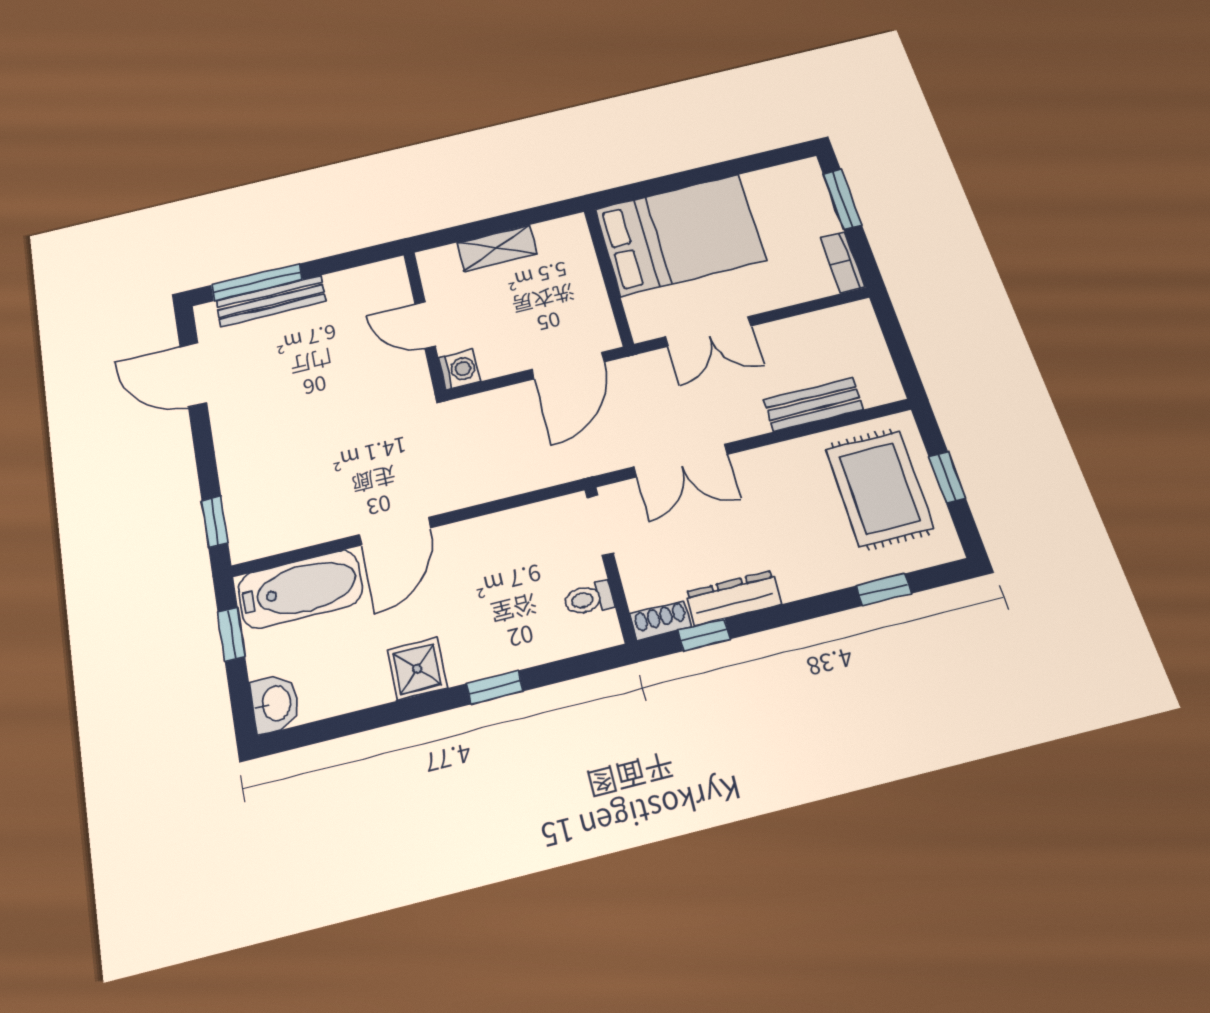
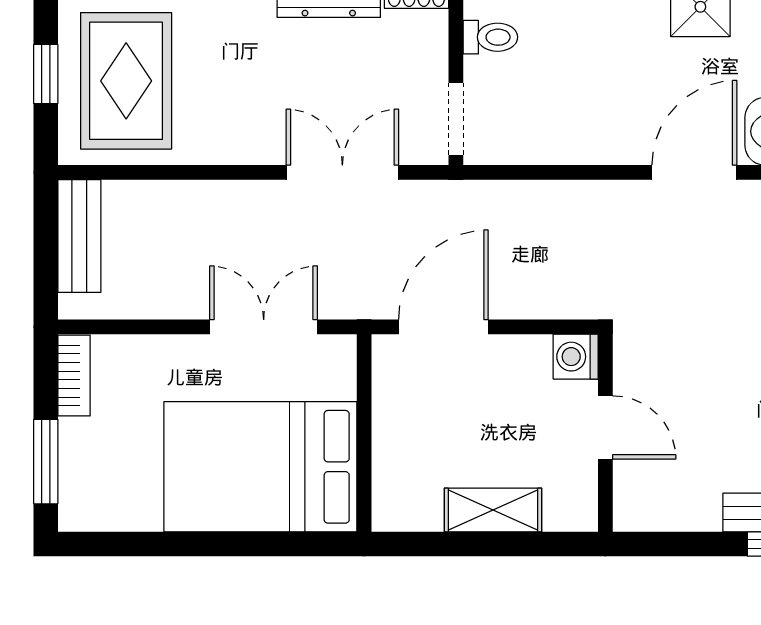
bench: (813, 404) -> (79, 236), moved, turned 90

